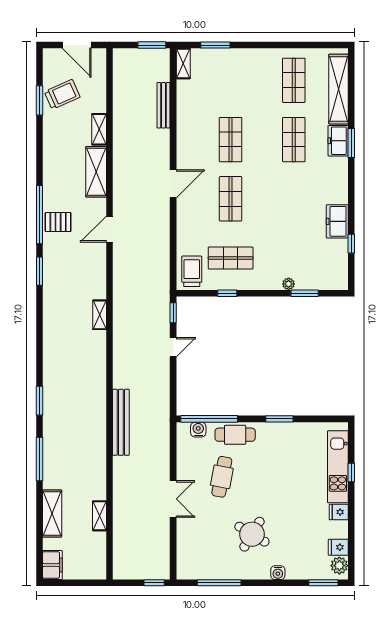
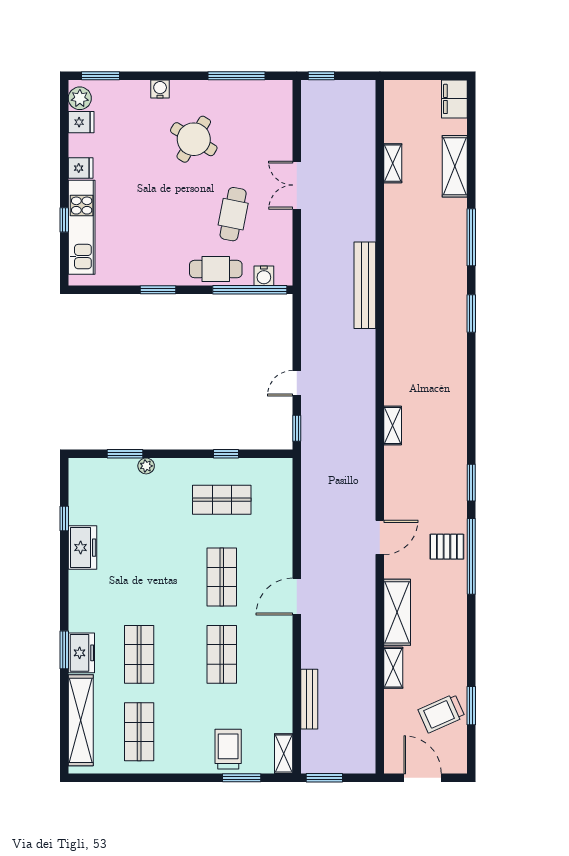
trolley: (192, 271) -> (228, 749), moved, turned 180

